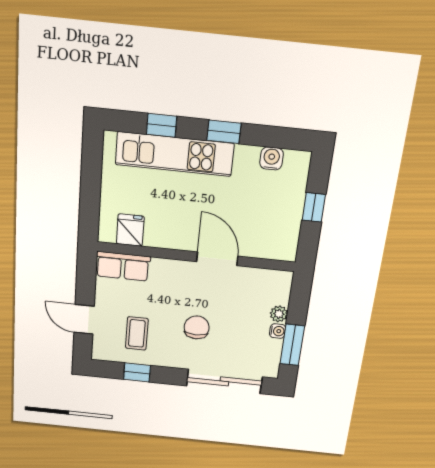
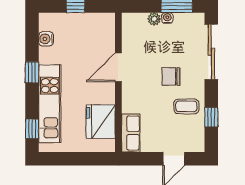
window: (162, 125) -> (32, 129), moved
fridge: (130, 230) -> (101, 122), width x1.88, depth x1.34
coffee table: (137, 333) -> (186, 106), moved

